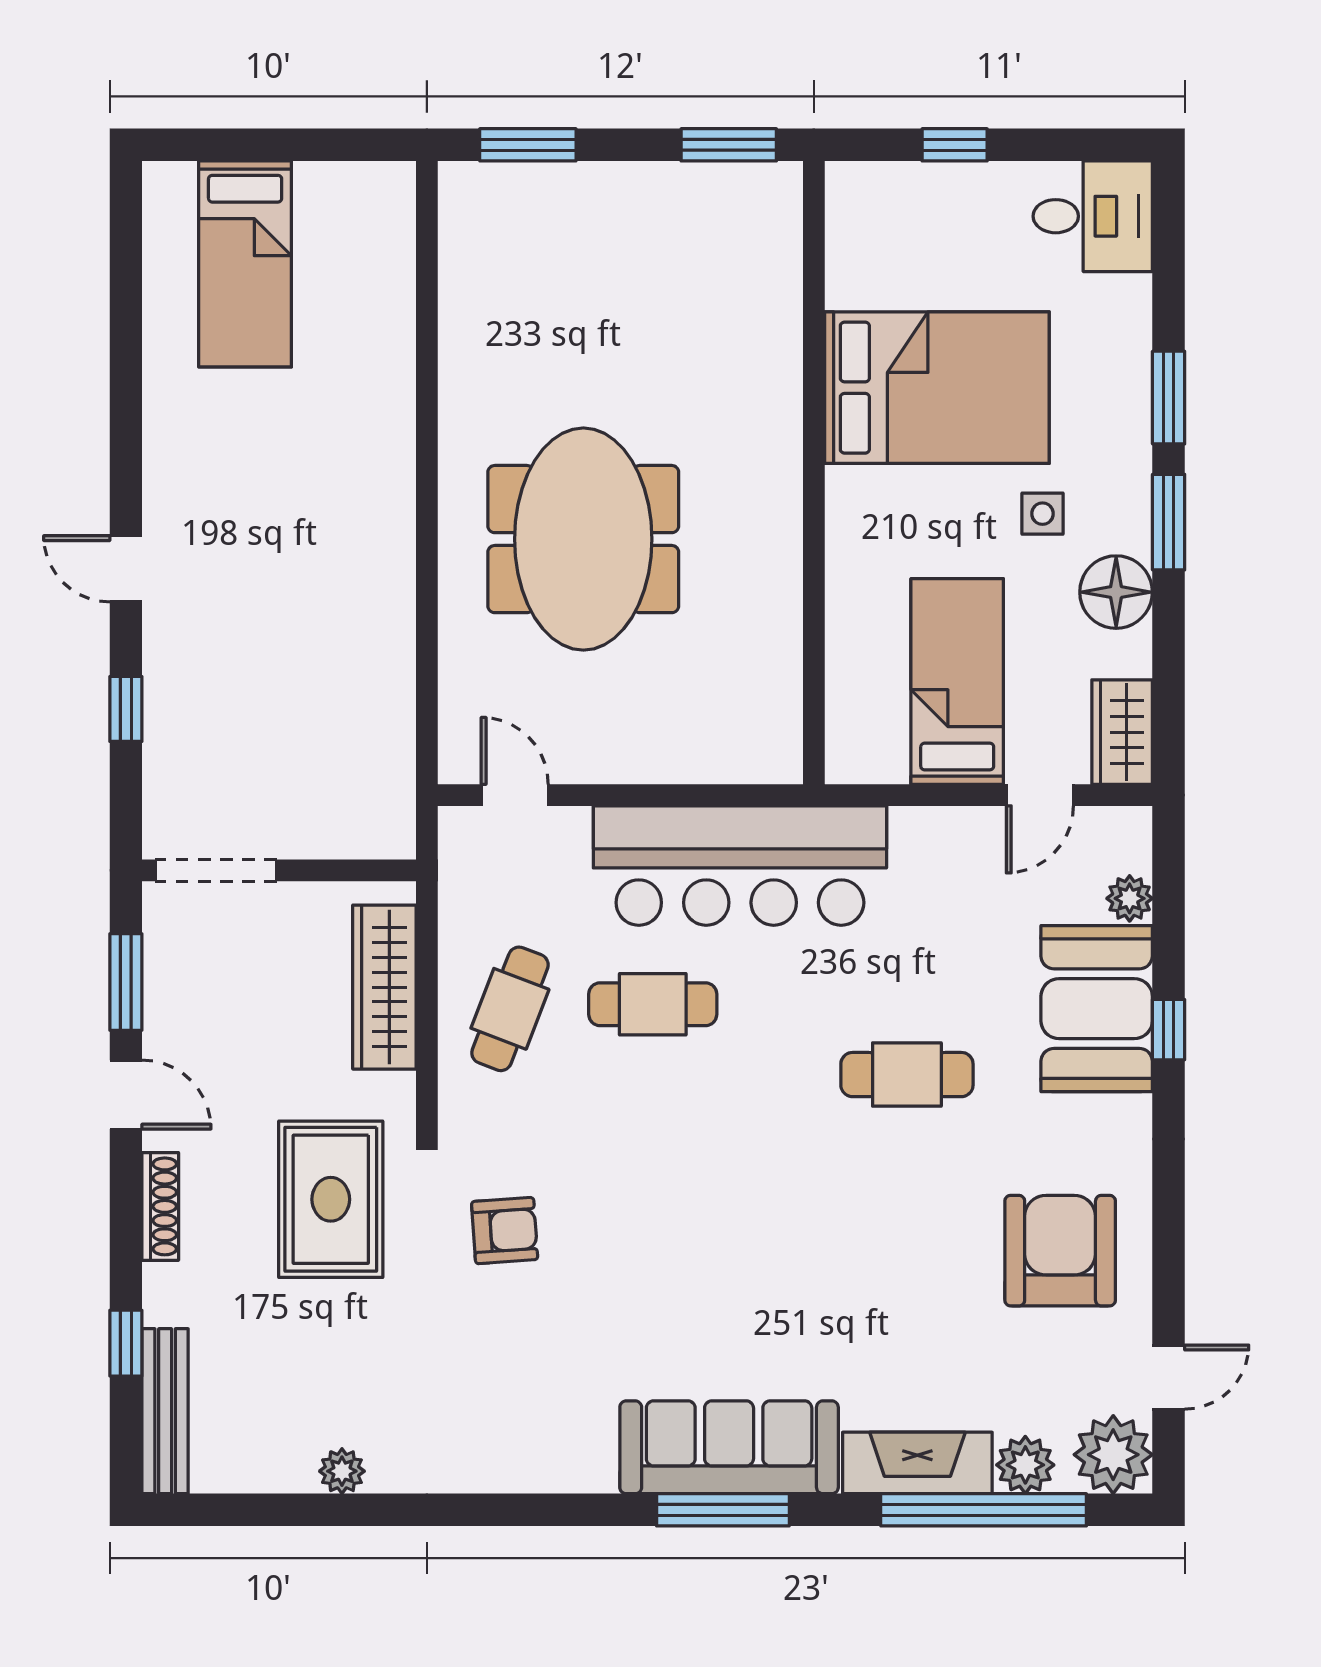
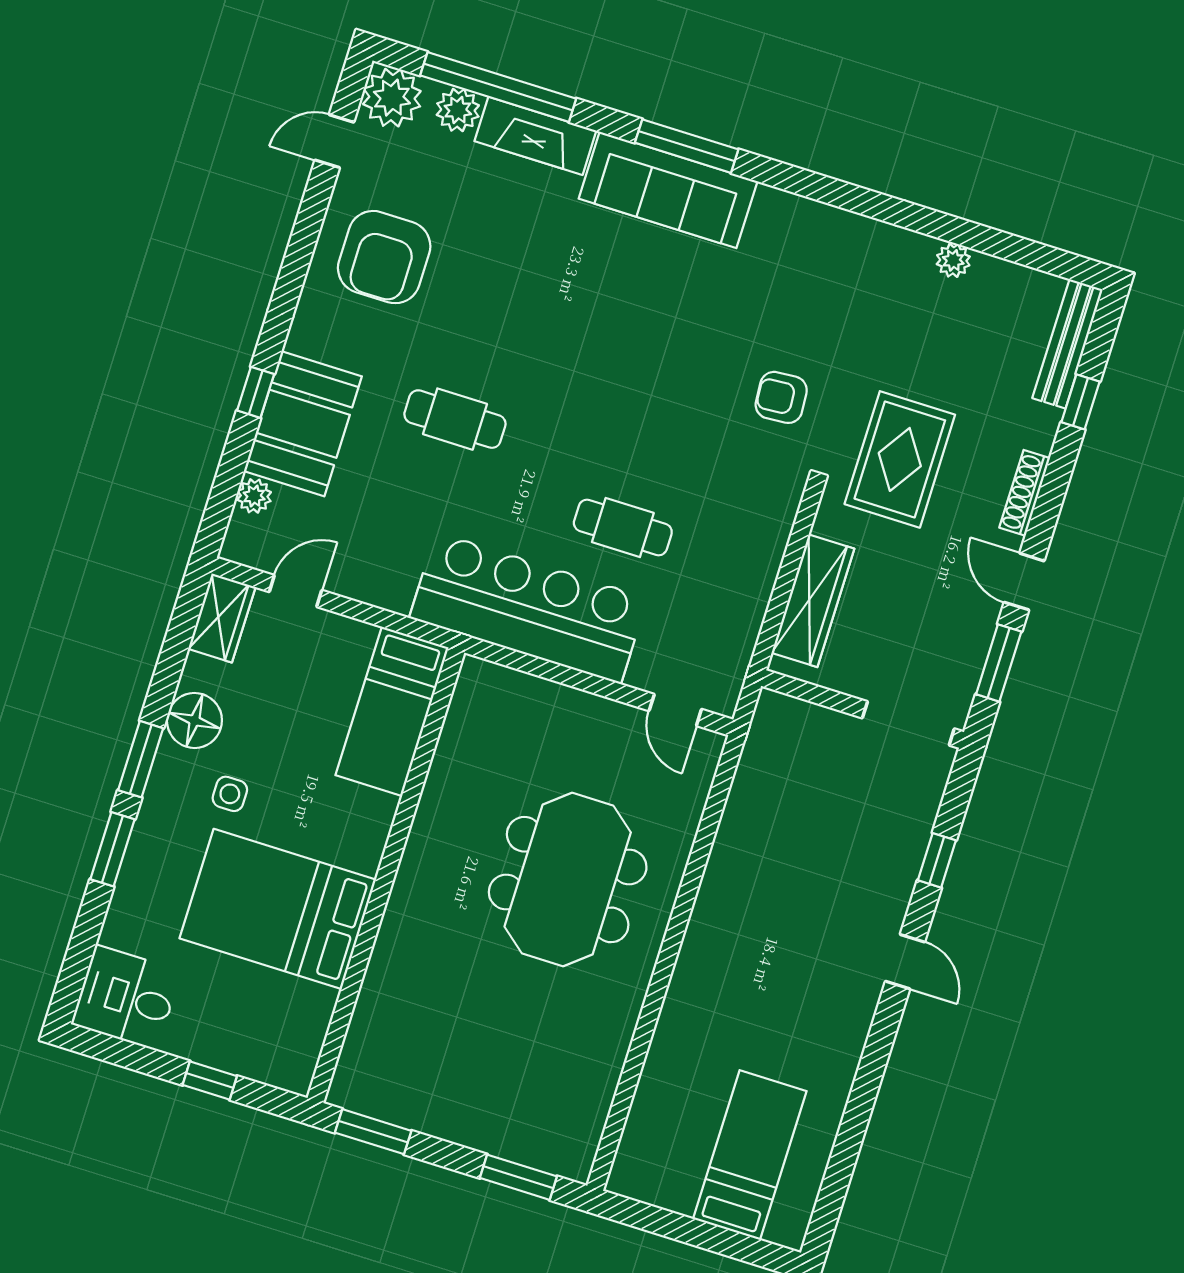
bed: (957, 682) -> (392, 711), moved
cafe table: (510, 1009) -> (727, 557), removed

